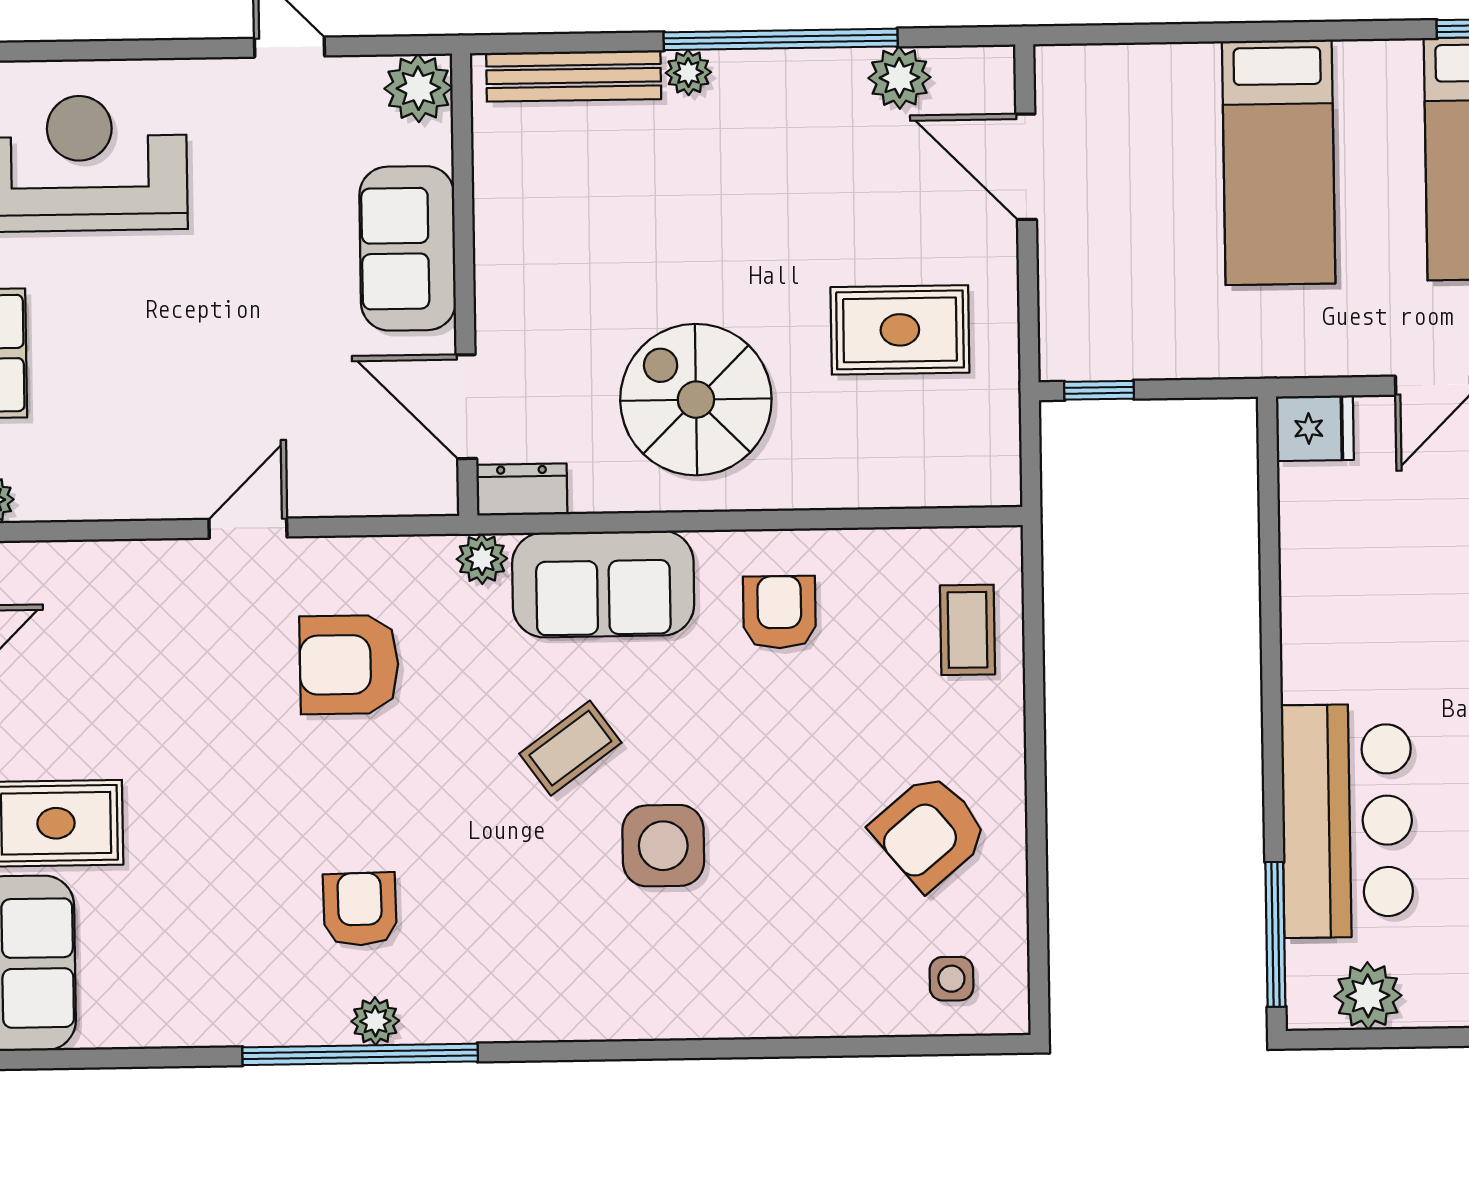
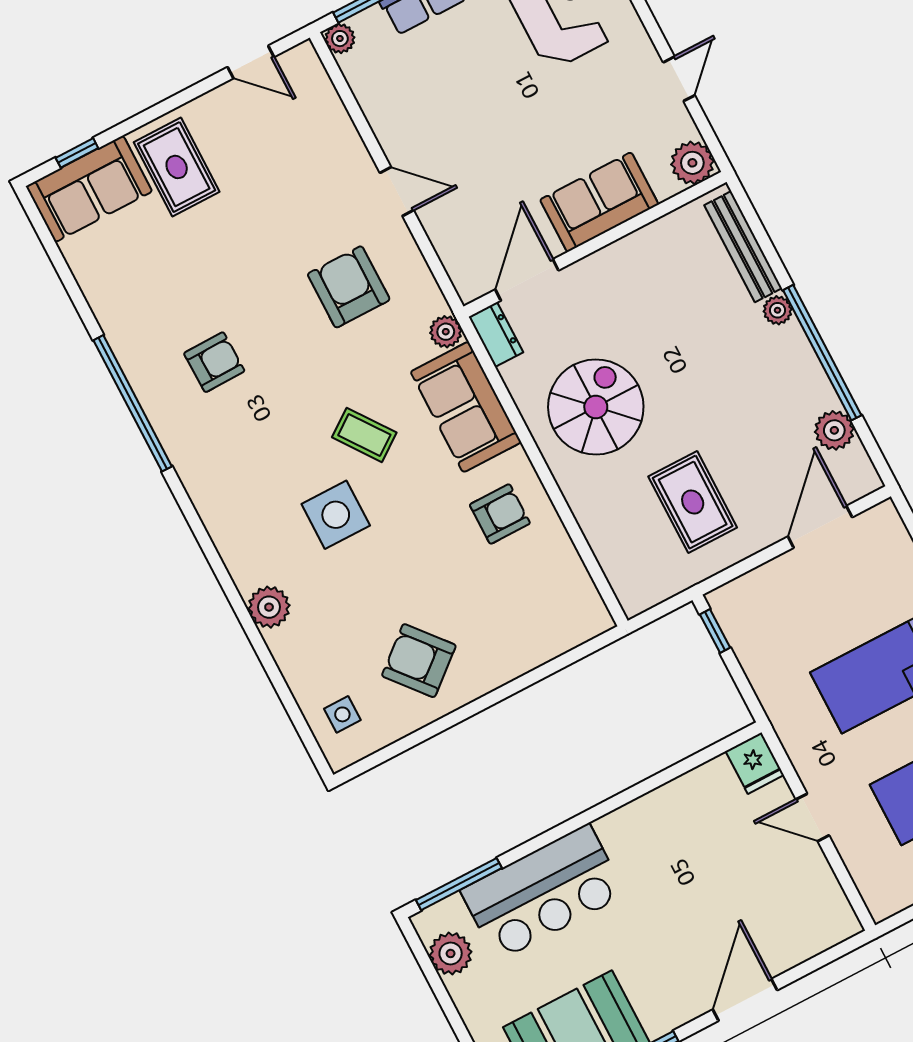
coffee table: (968, 630) -> (543, 625), removed
plant: (375, 1021) -> (269, 607), moved, width x1.38, depth x1.38

